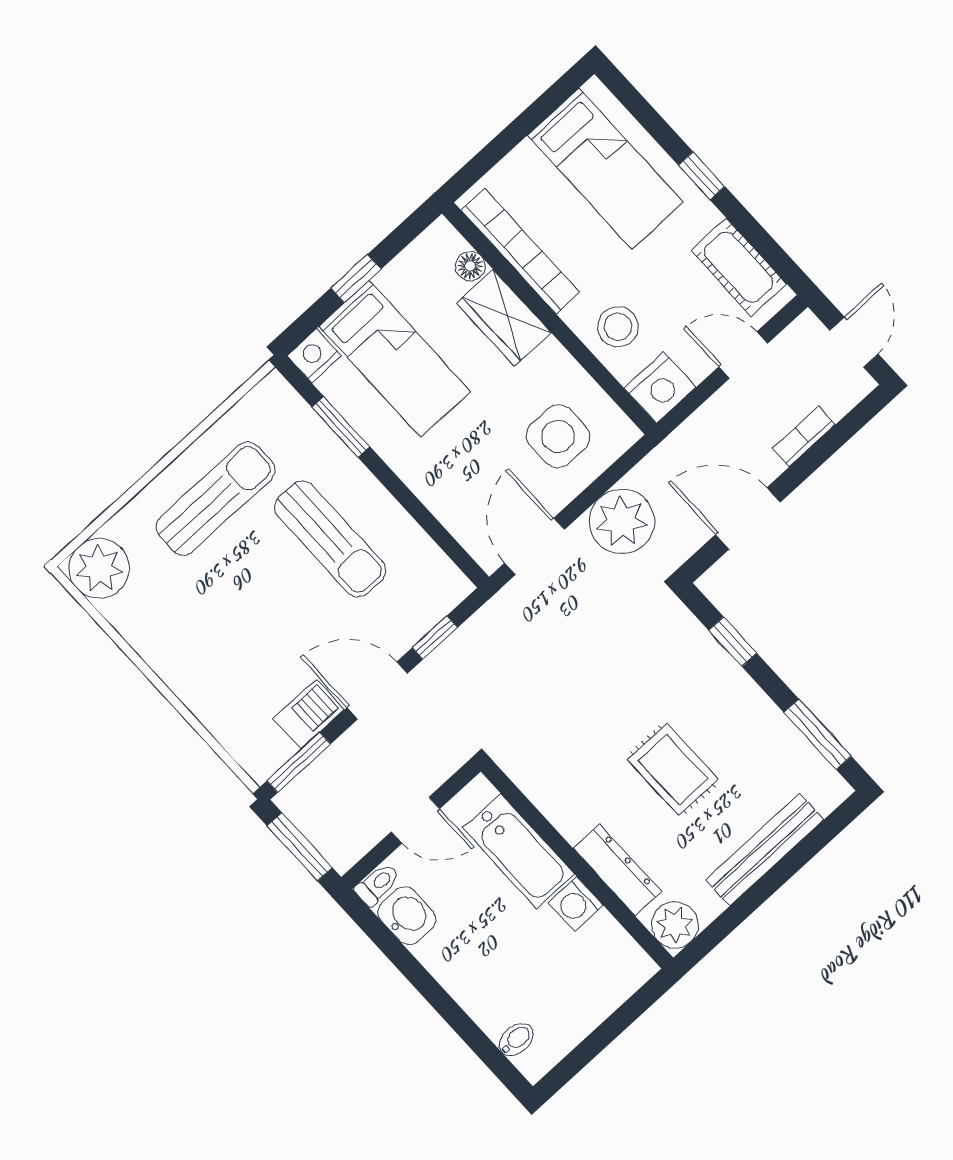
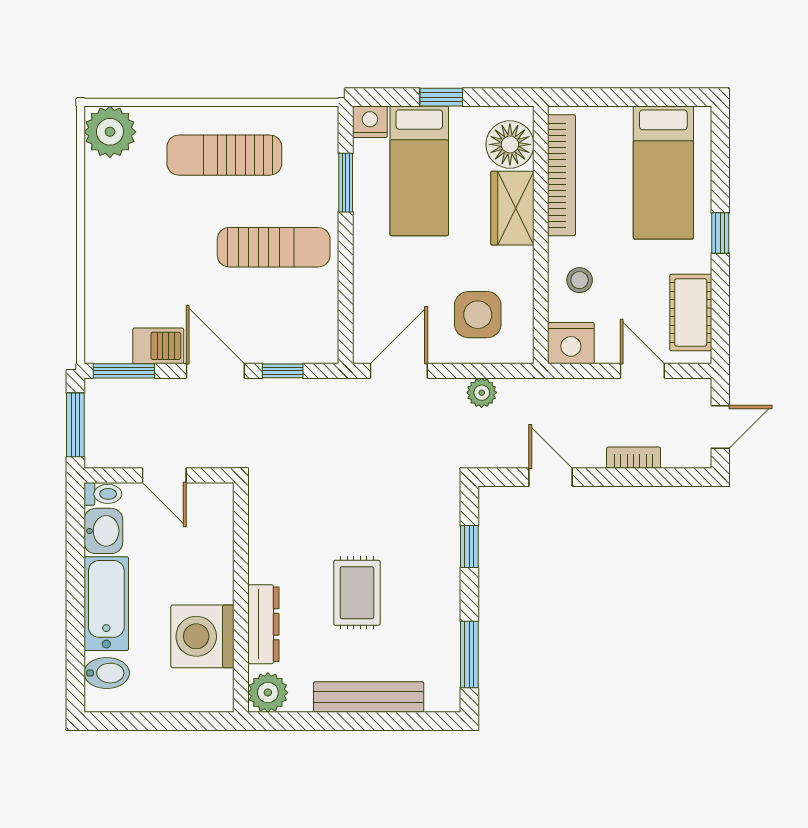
floor lamp: (470, 266) -> (510, 144), width x1.89, depth x1.89
stool: (618, 327) -> (580, 280), width x0.73, depth x0.73
sun lounger: (215, 499) -> (224, 155), turned 180
door: (748, 518) -> (551, 477), width x0.73
plant: (622, 521) -> (482, 393), width x0.53, depth x0.53
sun lounger: (330, 539) -> (274, 247), turned -90
bathtub: (519, 851) -> (106, 604), moved, turned 180
washing machine: (576, 904) -> (202, 636), width x1.89, depth x1.89
bidet: (516, 1040) -> (107, 673), width x1.38, depth x1.36

